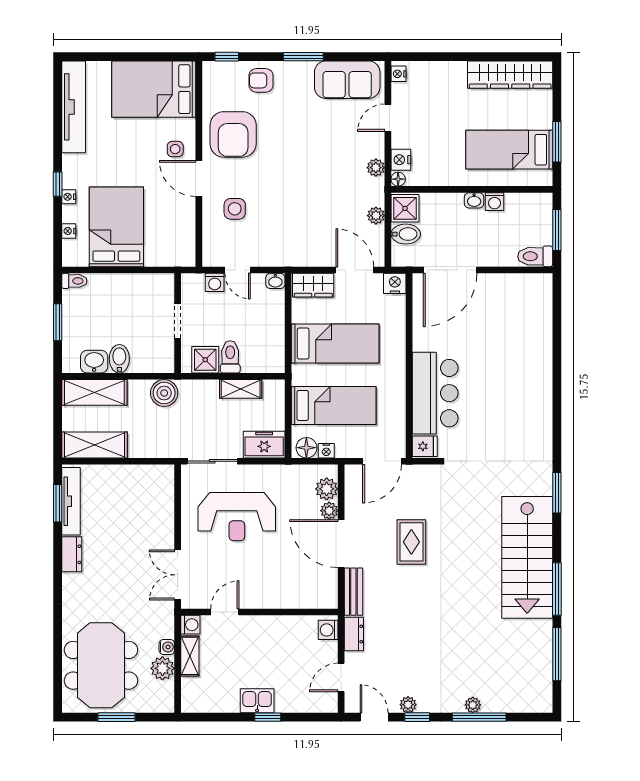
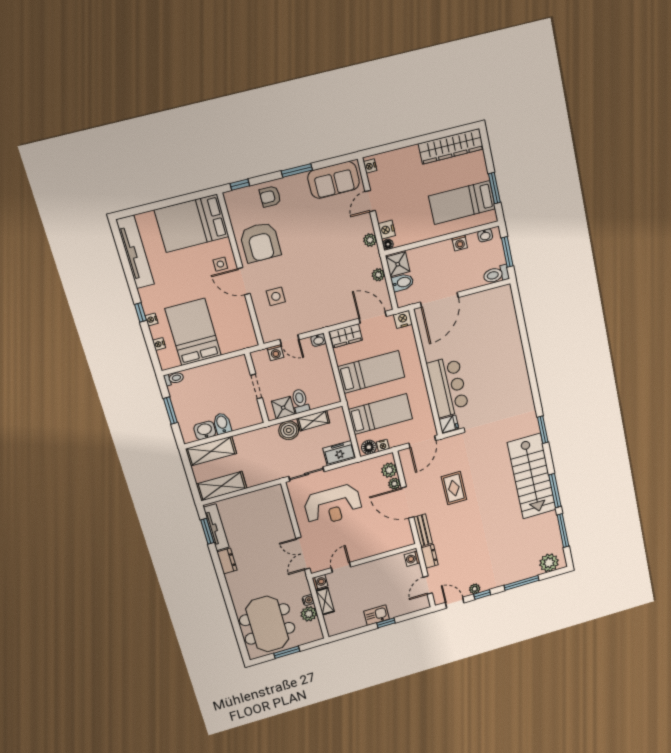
washbasin: (474, 200) -> (485, 235), moved
boiler: (164, 393) -> (289, 430), moved
plant: (473, 705) -> (549, 563), moved, width x1.87, depth x1.87

